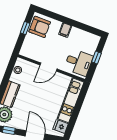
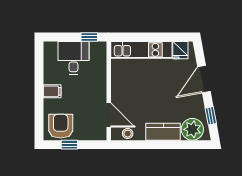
window: (97, 57) -> (89, 37), moved
desk: (79, 62) -> (73, 58), moved
door: (48, 67) -> (109, 115), moved

